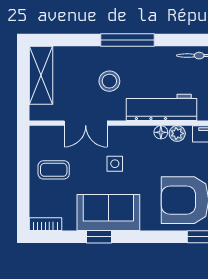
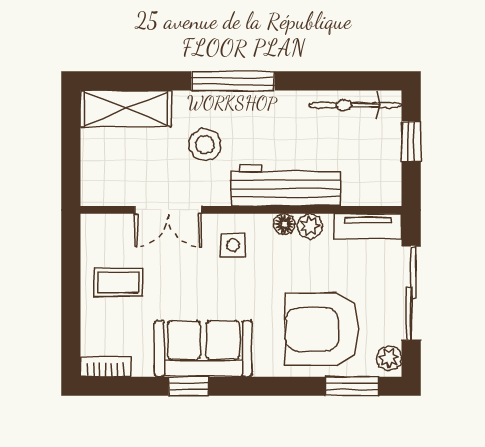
shelving: (41, 75) -> (126, 109), moved, turned 90
side table: (115, 164) -> (233, 245), moved

